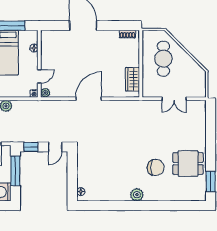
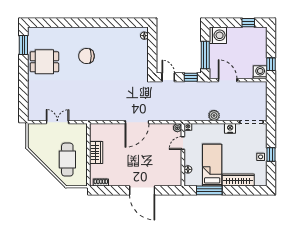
wardrobe: (133, 79) -> (96, 153), moved
door: (55, 147) -> (168, 77), hinge flipped
chair: (156, 167) -> (87, 56), moved
plant: (137, 195) -> (92, 33), removed

